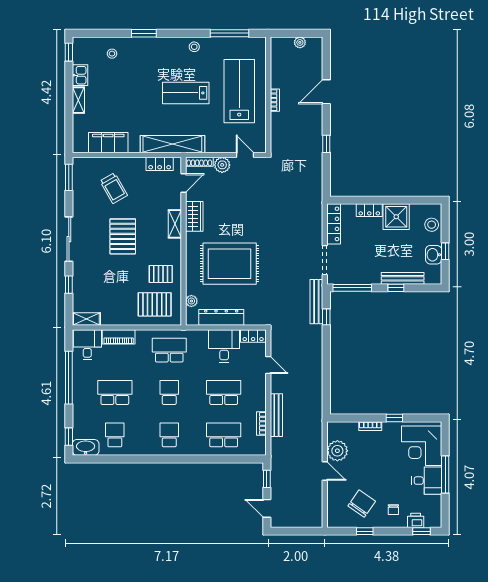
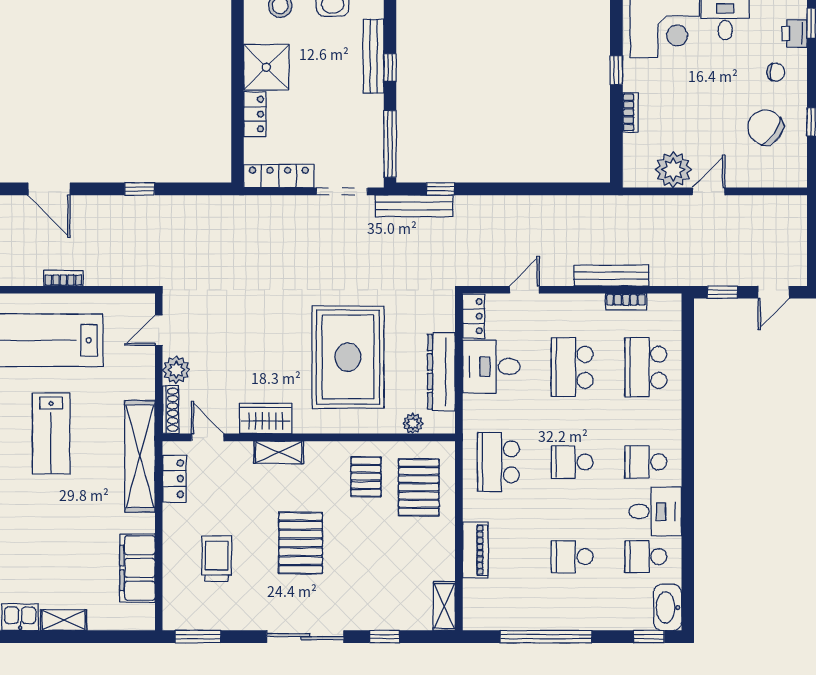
trolley: (114, 188) -> (217, 559), turned -60
pallet: (123, 236) -> (301, 543), turned 90
desk: (87, 345) -> (655, 511), moved, turned 180
school desk: (115, 393) -> (572, 557), width x0.54

